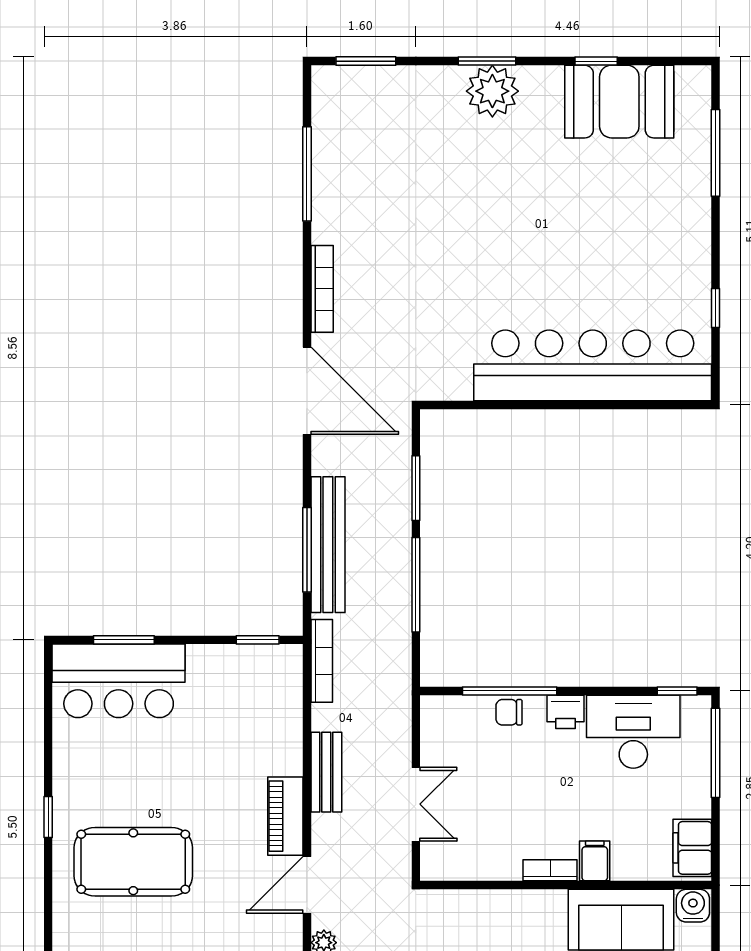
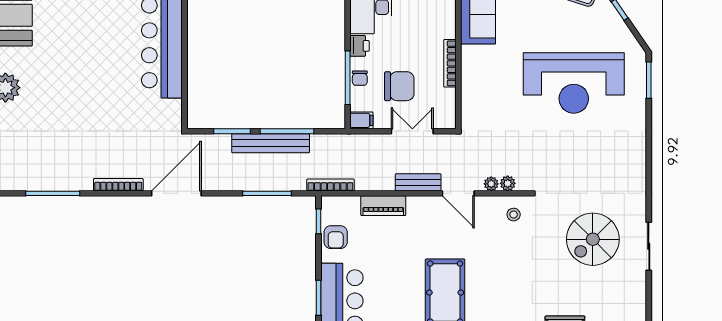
bench: (328, 545) -> (271, 143), moved
armchair: (230, 670) -> (336, 237), added
bench: (326, 772) -> (418, 182), moved
chair: (495, 781) -> (399, 86), added
piano: (285, 816) -> (383, 206), moved
filing cabinet: (595, 861) -> (361, 120), moved, turned 180
bookcase: (550, 870) -> (450, 63), width x1.56

